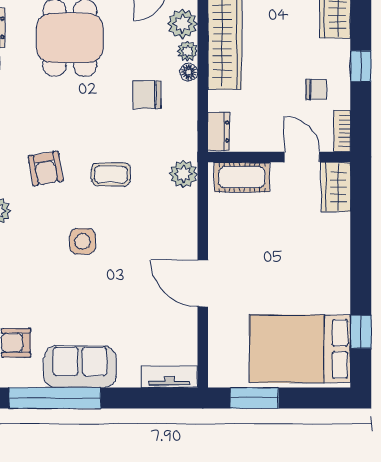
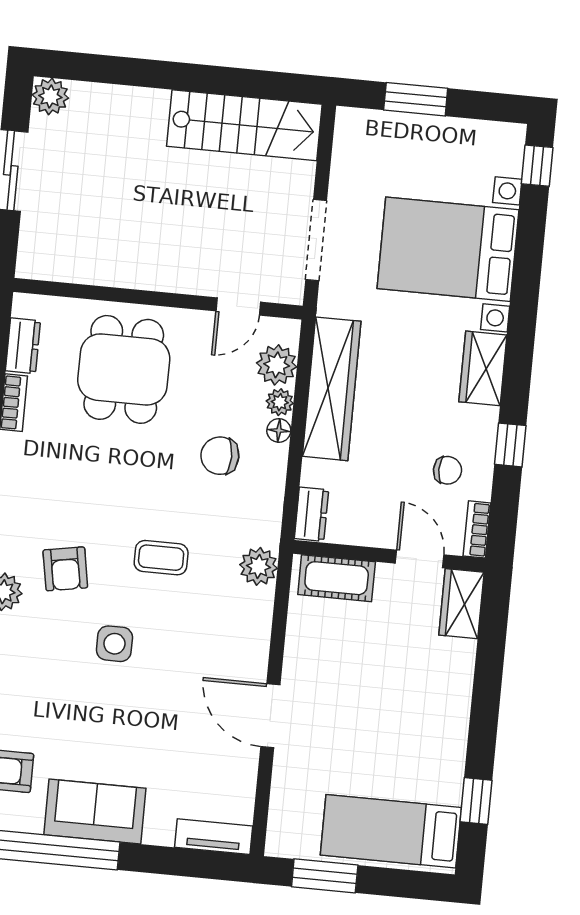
armchair: (46, 169) -> (65, 569), moved
bed: (300, 349) -> (391, 831), width x0.67

